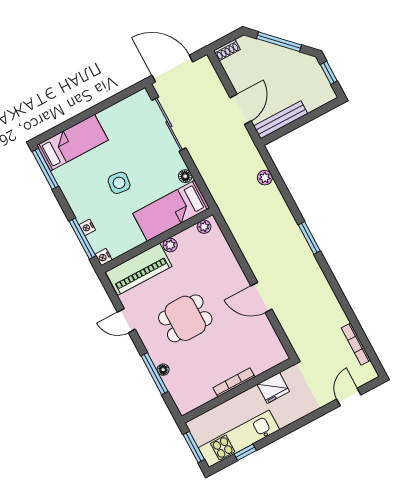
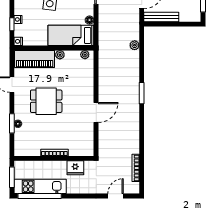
window: (82, 239) -> (12, 24), width x0.46
door: (261, 297) -> (96, 113), swing flipped
window: (155, 374) -> (12, 123), width x0.69
window: (245, 452) -> (40, 196), width x3.17

